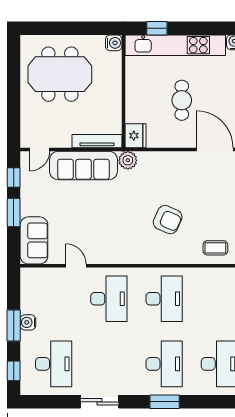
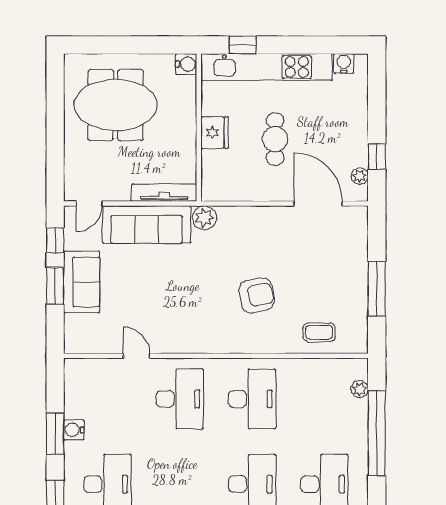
fridge: (136, 136) -> (215, 133), moved
armchair: (168, 220) -> (257, 295), turned -35
sofa: (34, 240) -> (82, 282), moved

